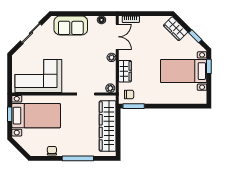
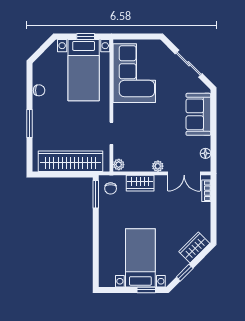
window: (78, 158) -> (29, 123), width x0.69

